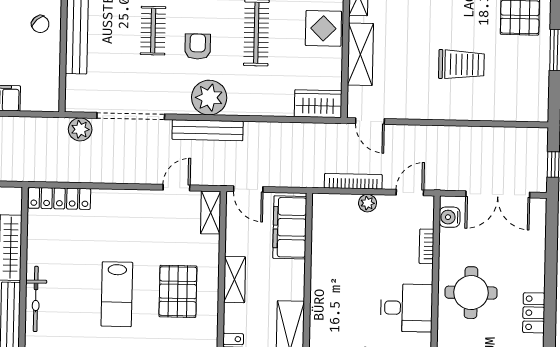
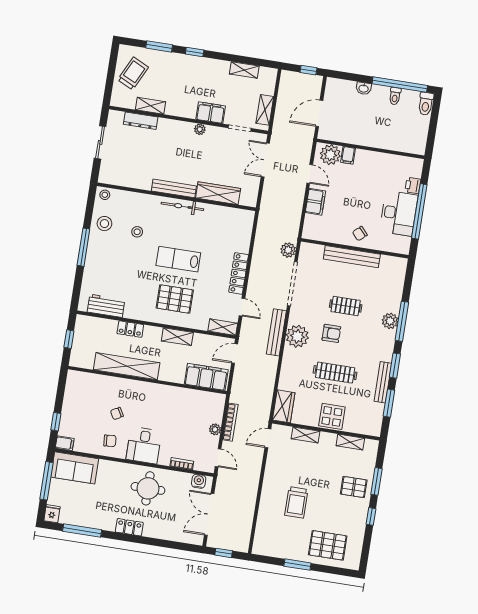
shelving: (360, 54) -> (306, 435), width x0.67, depth x0.75
locker: (59, 198) -> (239, 273), moved

